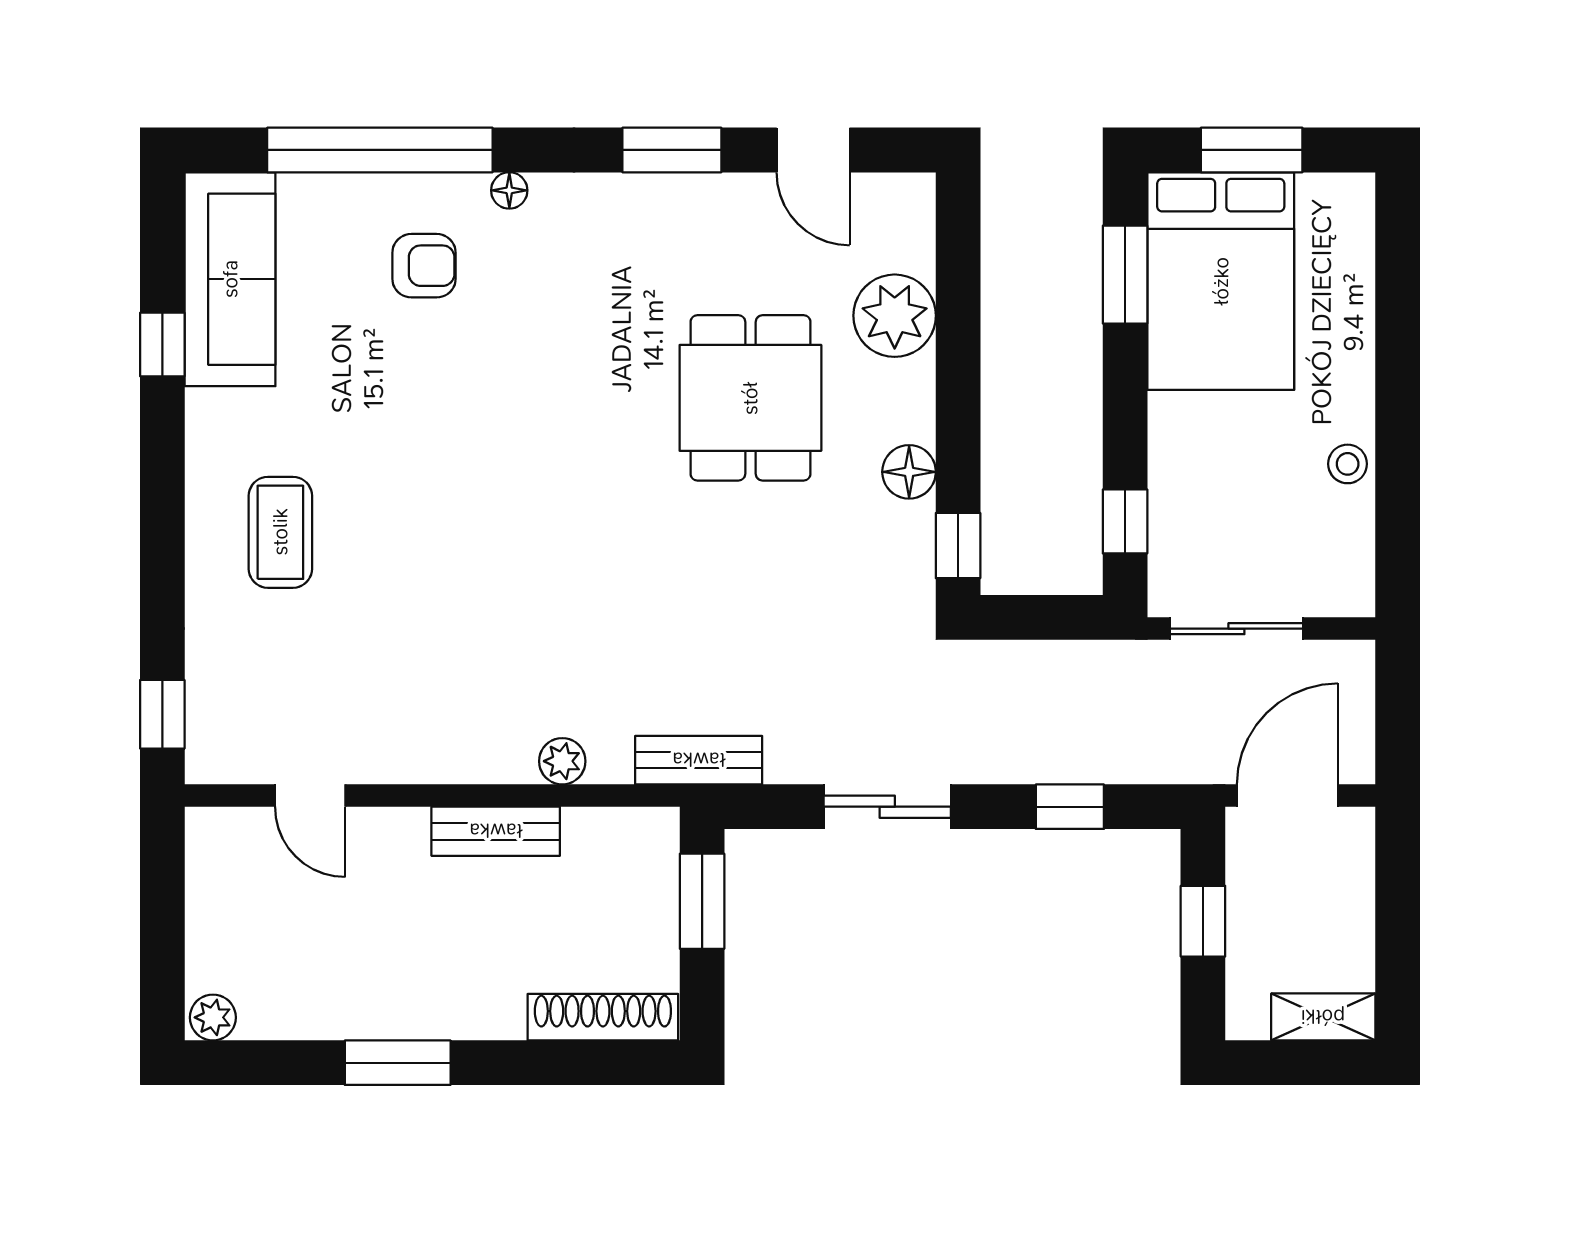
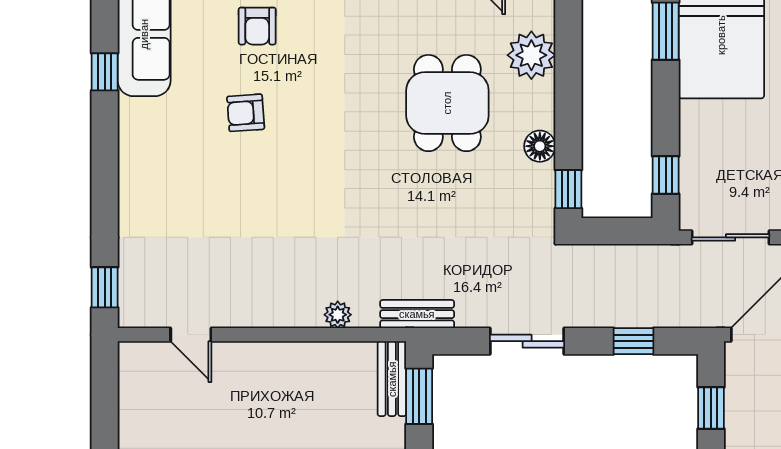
armchair: (424, 266) -> (257, 26), turned 90
armchair: (404, 415) -> (246, 113), added
coffee table: (280, 532) -> (174, 181), removed
bench: (496, 831) -> (392, 379), moved, turned 90

